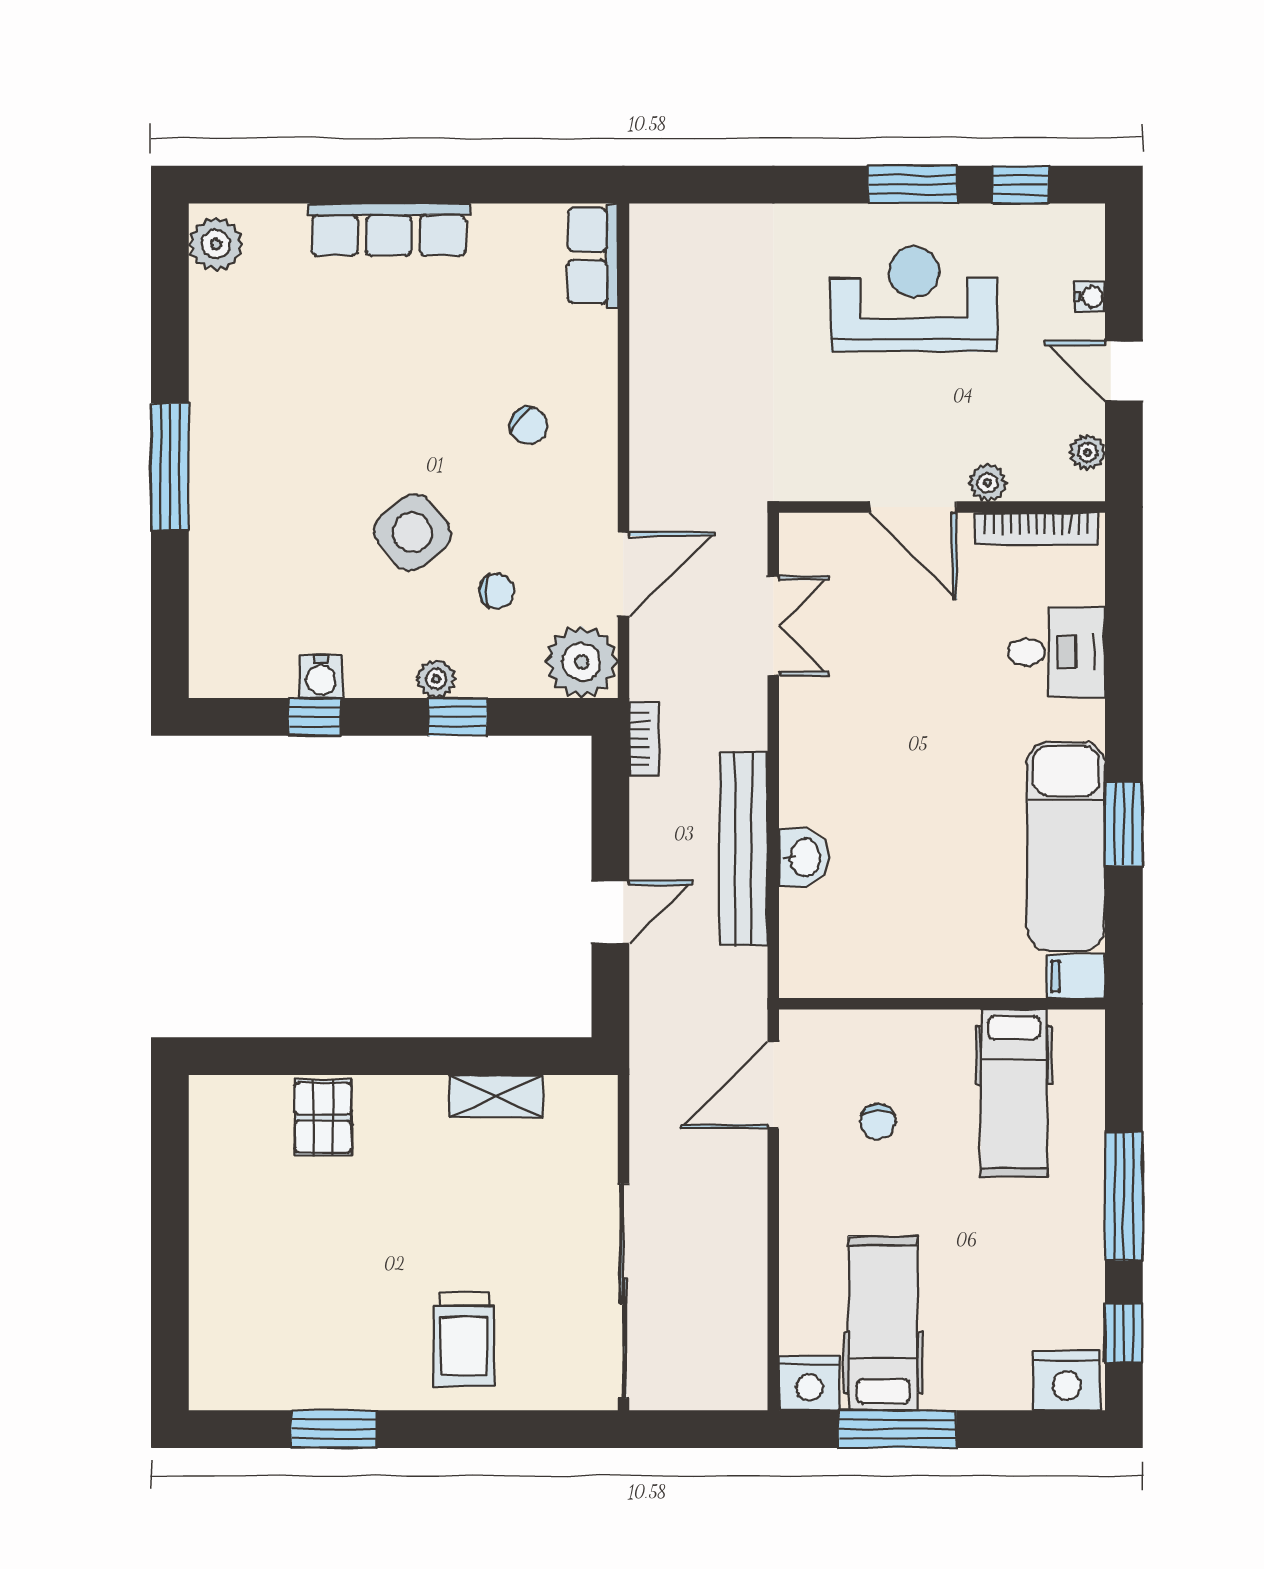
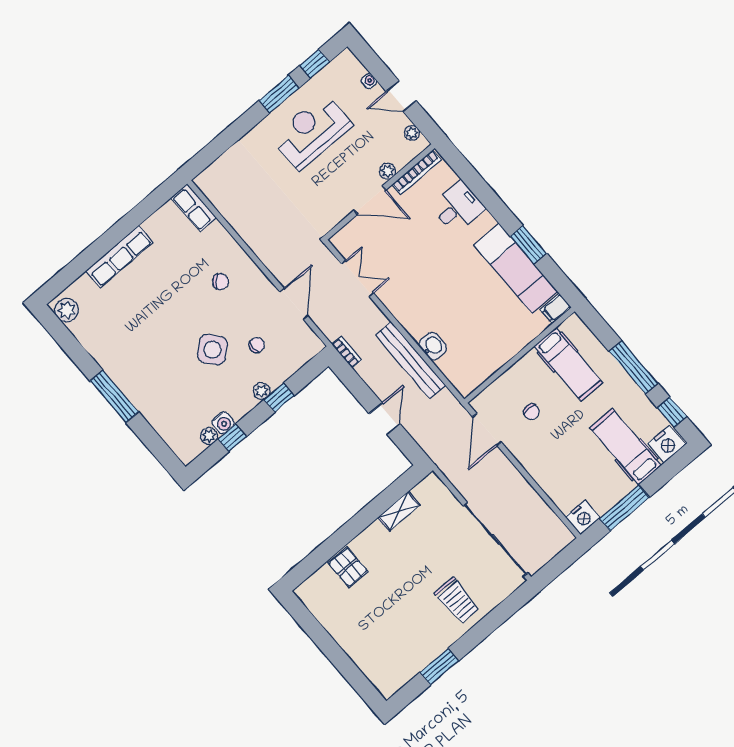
plant: (581, 662) -> (209, 436), moved, width x0.53, depth x0.53
hospital bed: (883, 1323) -> (625, 447), moved

